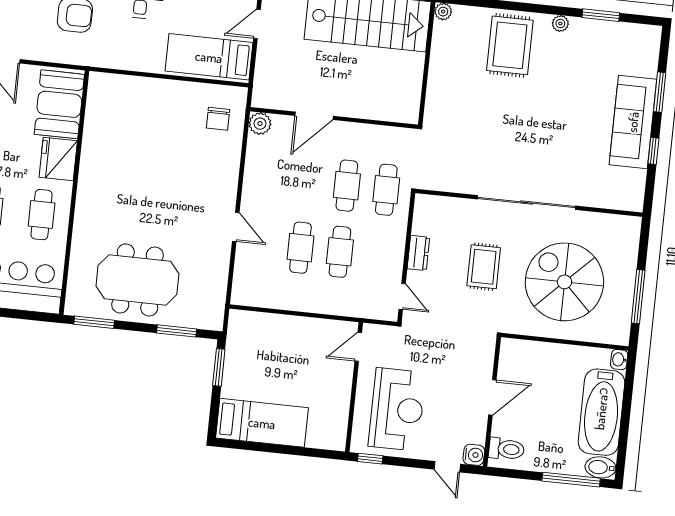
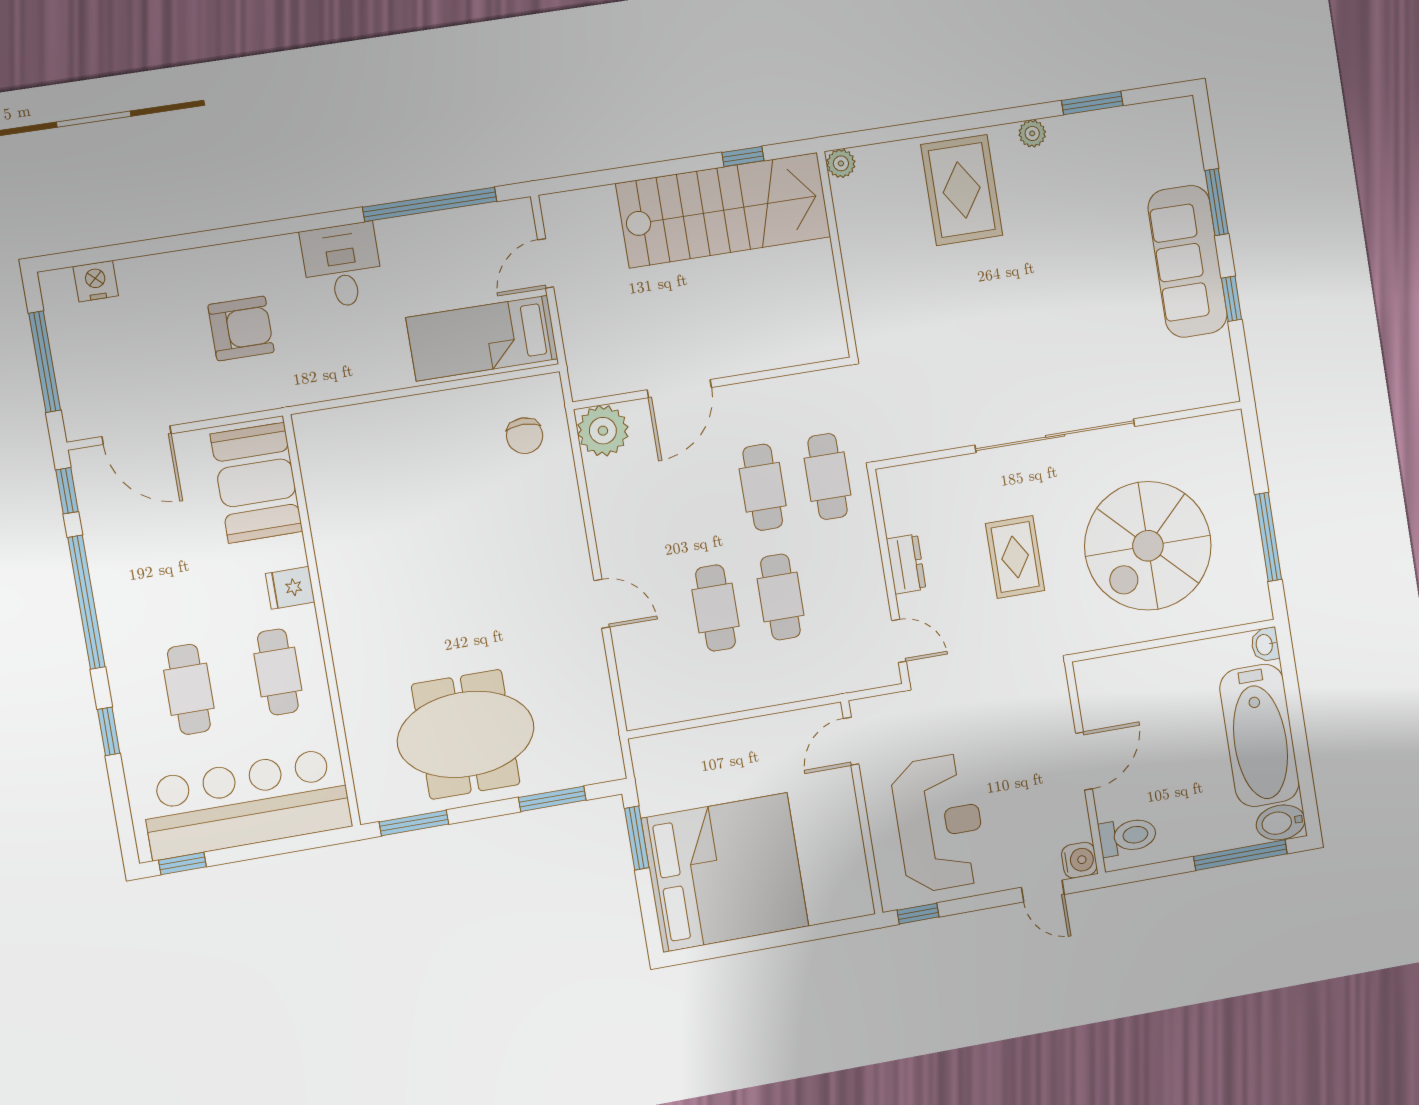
plant: (260, 124) -> (603, 431), width x1.36, depth x1.36
fridge: (58, 159) -> (290, 588), width x0.53, depth x0.75
spiral stairs: (564, 282) -> (1148, 546), turned -90
bed: (262, 423) -> (725, 872), width x2.04

